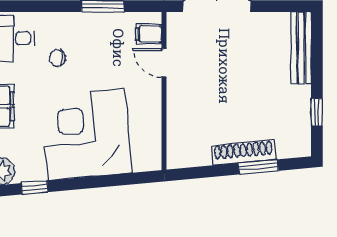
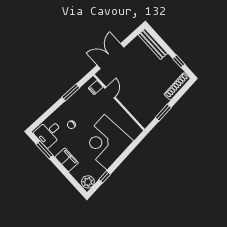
door: (164, 63) -> (110, 93), swing flipped
shoe rack: (243, 153) -> (177, 86), moved
window: (258, 167) -> (163, 113), moved

